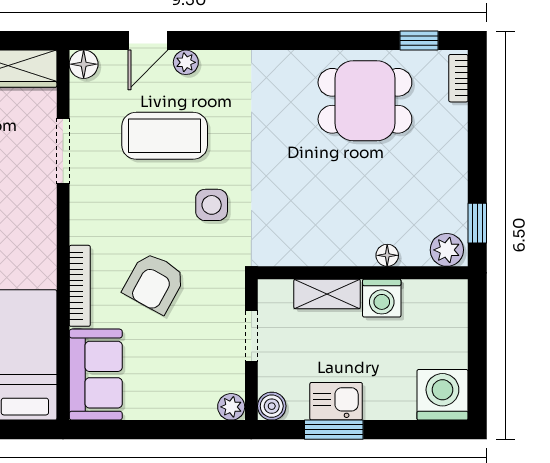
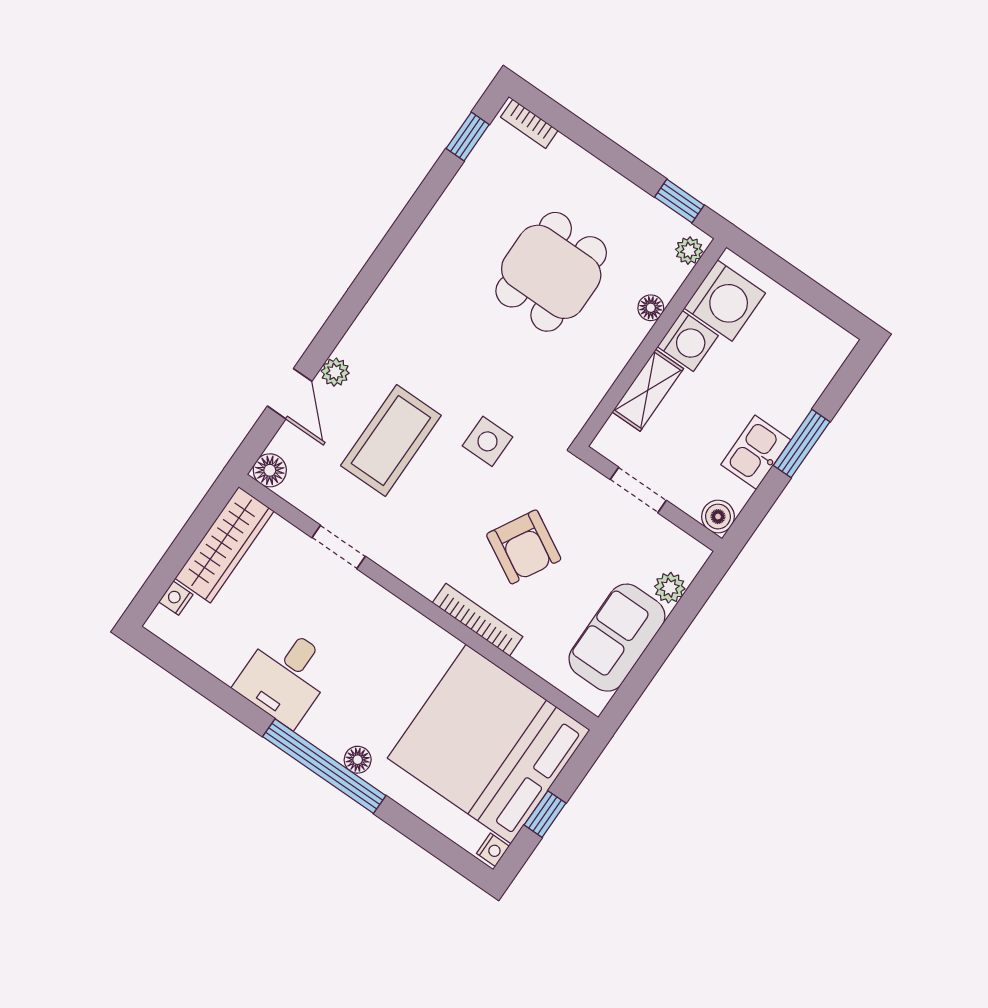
dining table: (365, 101) -> (551, 272), moved
doorway: (63, 151) -> (339, 547), width x0.73
plant: (447, 250) -> (689, 251), width x0.73, depth x0.73
sofa: (96, 375) -> (617, 638), moved, turned -90
washing machine: (442, 395) -> (725, 301), moved, turned 180
plant: (231, 407) -> (670, 588), moved
window: (334, 430) -> (802, 444), moved

